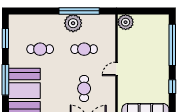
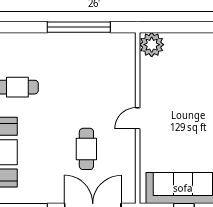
plant: (73, 23) -> (69, 46), removed
cafe table: (84, 49) -> (86, 87), removed

